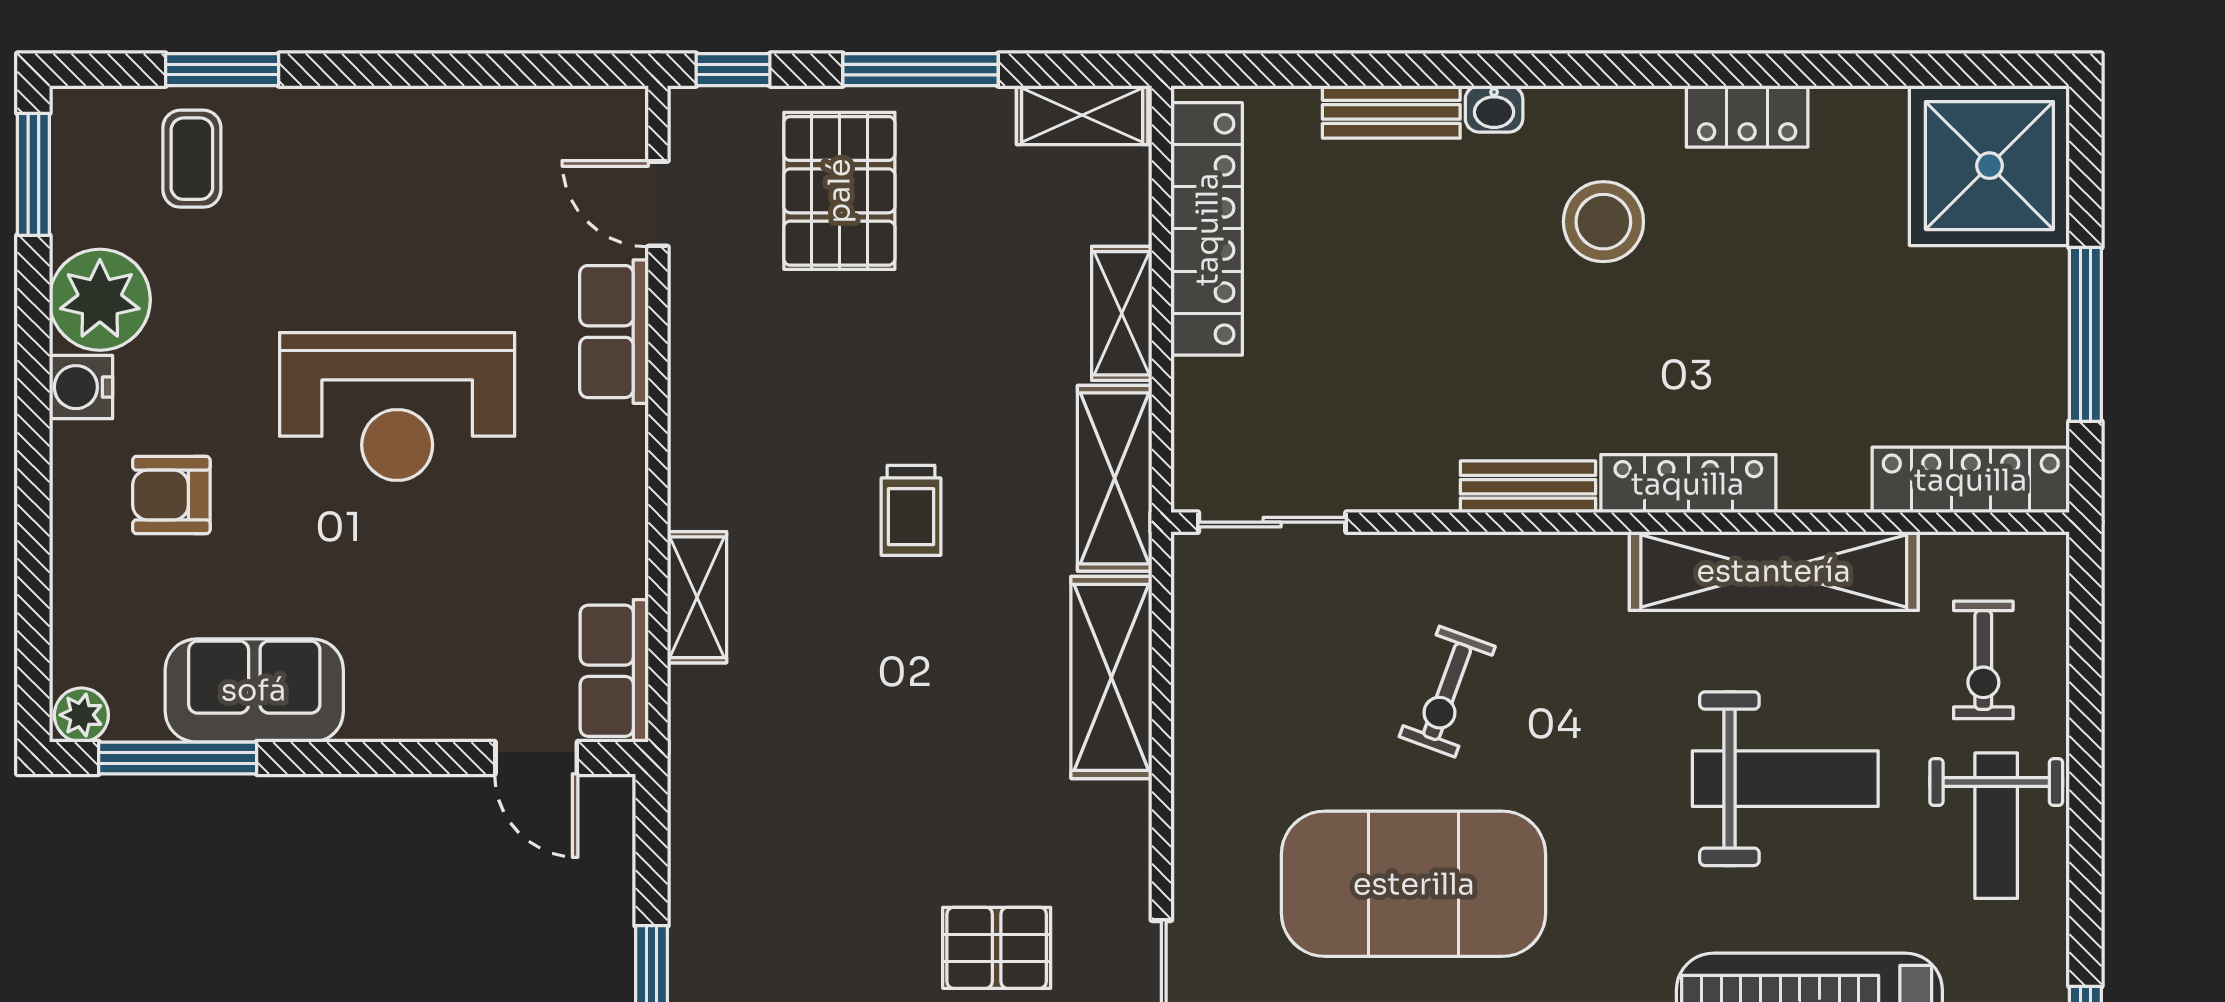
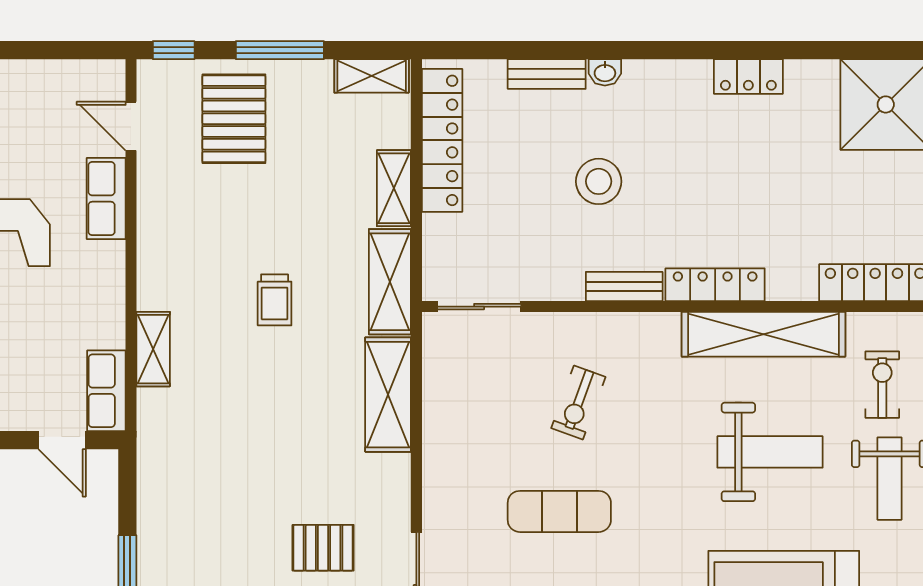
stool: (1603, 222) -> (599, 181), moved
exercise bike: (1983, 660) -> (882, 385), turned 180
exercise mat: (1414, 884) -> (559, 511), width x0.50, depth x0.69

